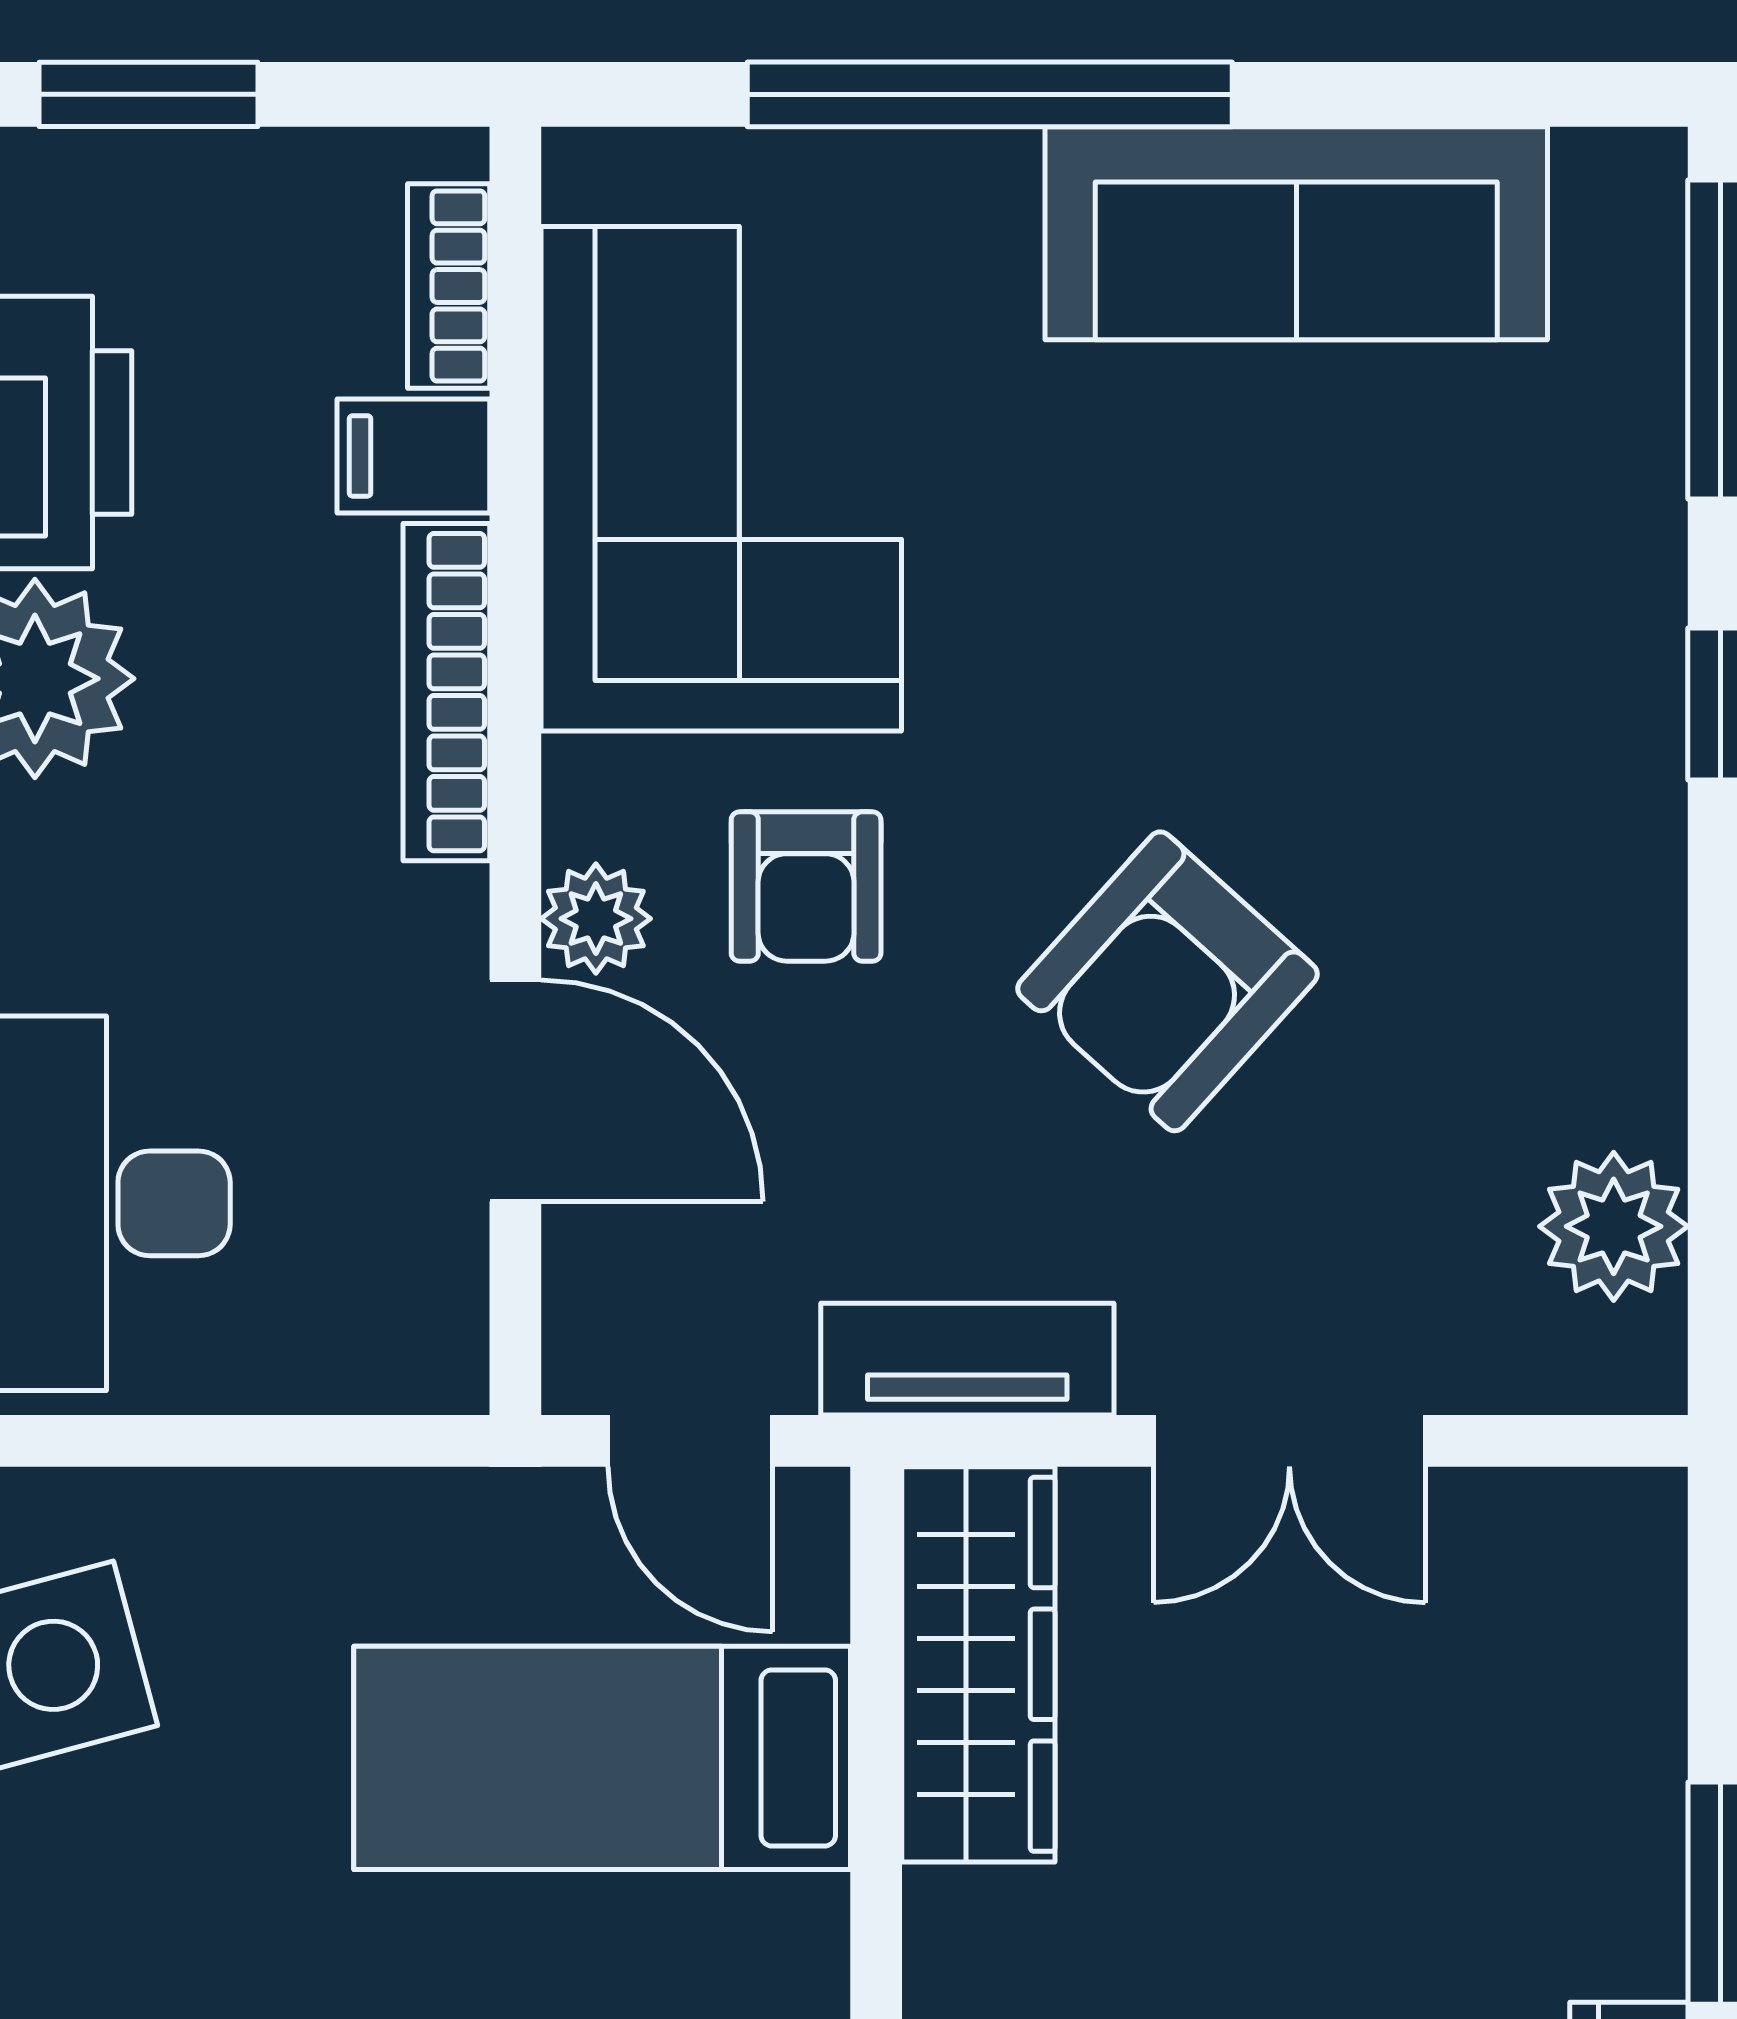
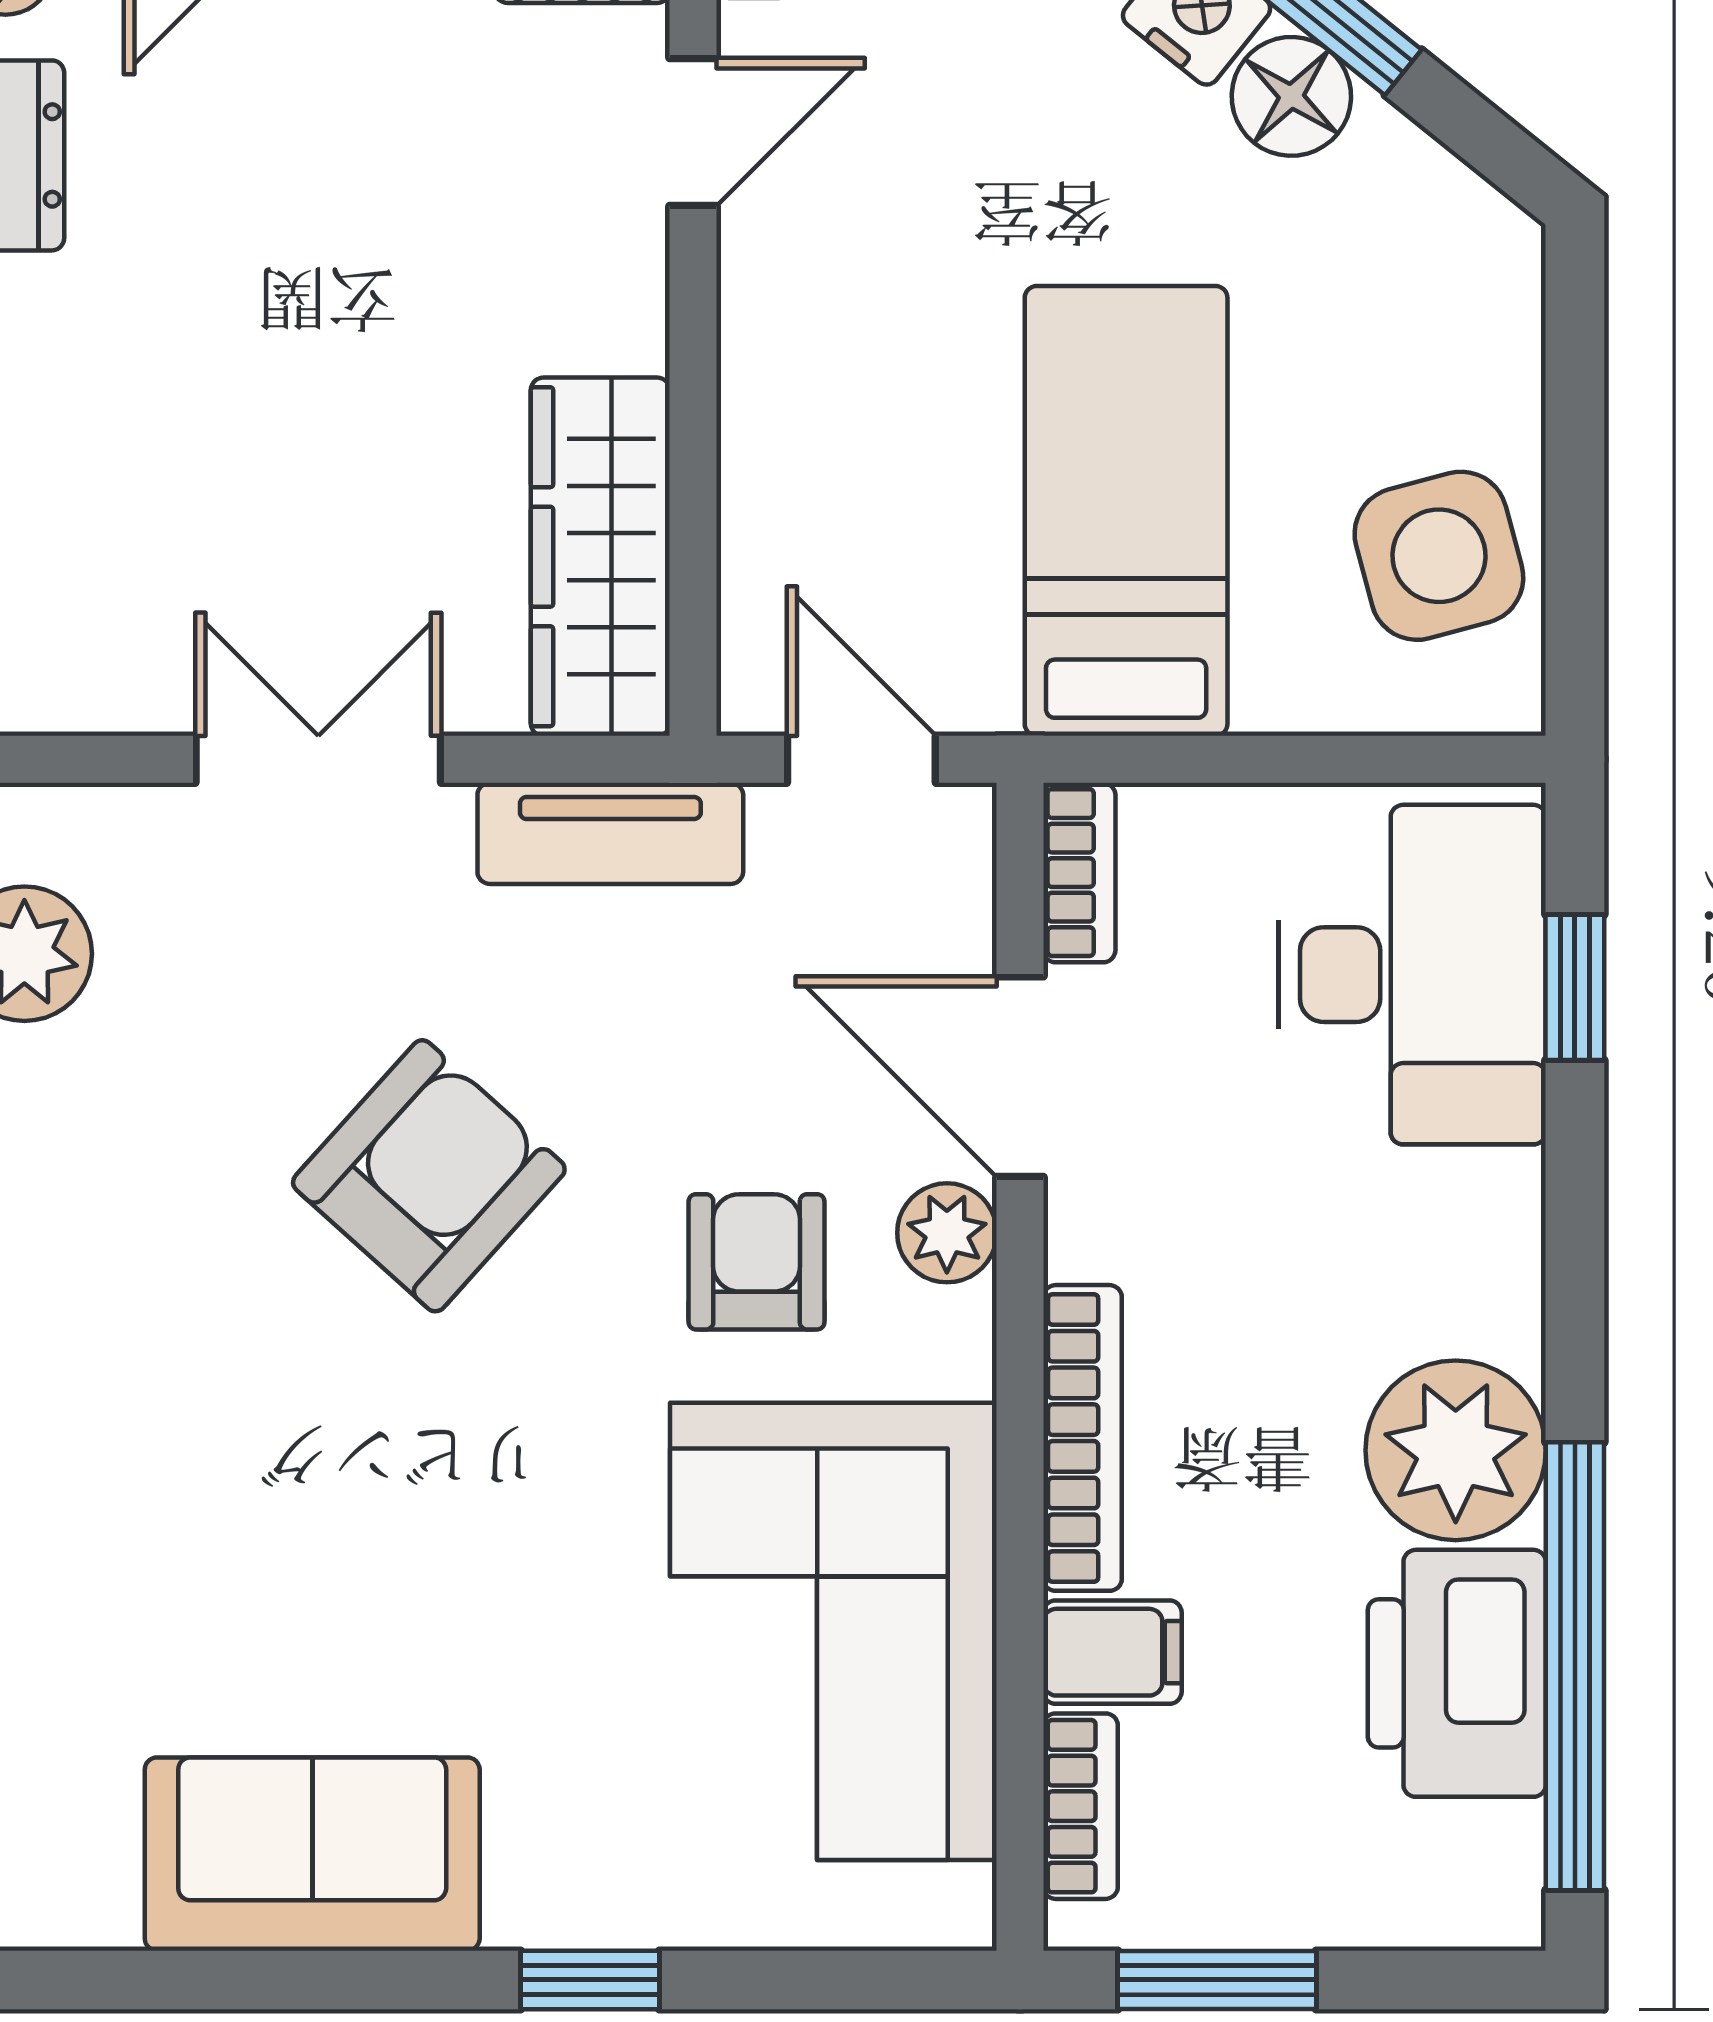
window: (148, 94) -> (1217, 1980), moved
window: (990, 94) -> (590, 1980), width x0.32
sofa: (1296, 233) -> (312, 1854), width x0.73
bookcase: (450, 1316) -> (1079, 873), added
bed: (602, 1758) -> (1126, 511), moved, turned -90

